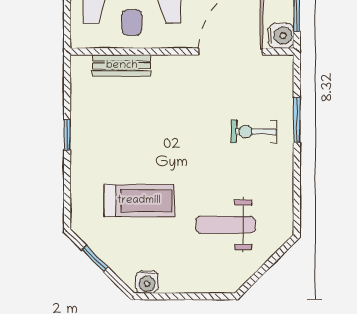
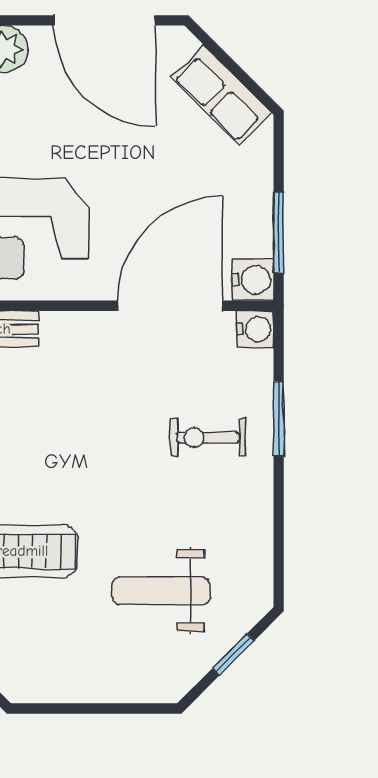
window: (269, 264) -> (233, 655), added
water cooler: (147, 282) -> (255, 329), moved, turned -90

